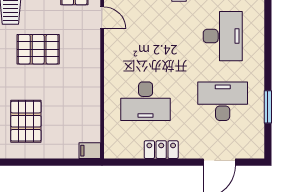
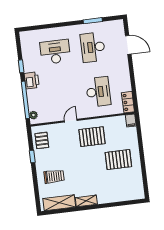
door: (102, 18) -> (71, 121), moved
pallet: (38, 49) -> (92, 137), moved, turned 90
locker: (161, 150) -> (128, 102), moved

